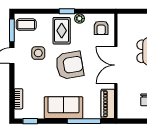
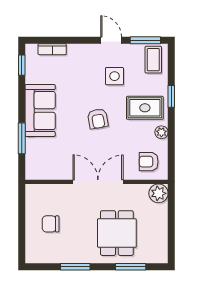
window: (67, 11) -> (171, 96), moved
plant: (124, 21) -> (158, 193), added
armchair: (70, 65) -> (98, 119), width x0.53, depth x0.53
piano: (108, 104) -> (45, 171), removed
window: (84, 121) -> (22, 138), width x0.69

